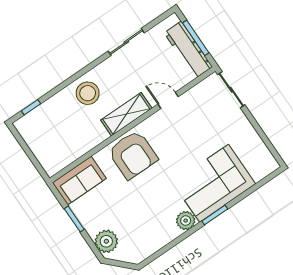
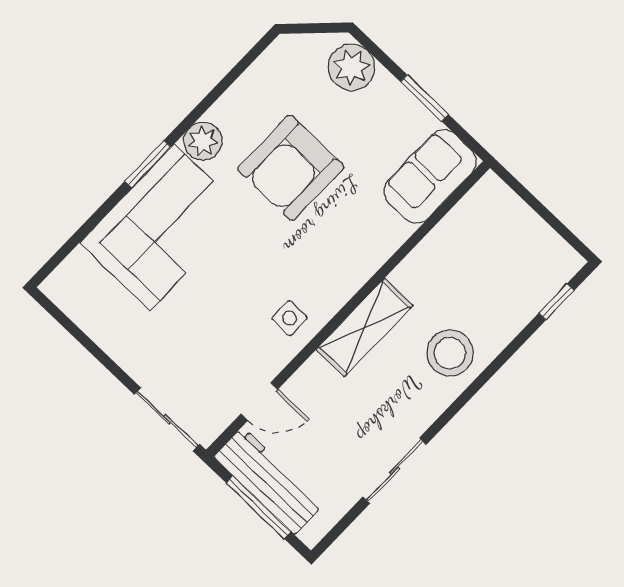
door: (168, 100) -> (259, 402), moved
side table: (162, 126) -> (289, 318), added
armchair: (133, 155) -> (291, 168), moved, turned -90

